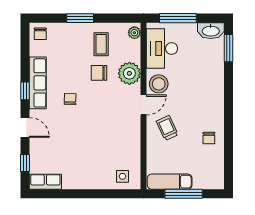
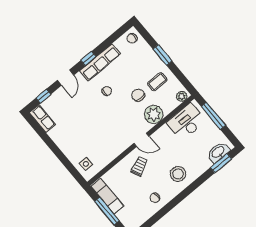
washbasin: (211, 31) -> (218, 152), moved, turned 90
stool: (159, 84) -> (178, 174), moved

